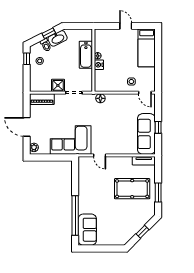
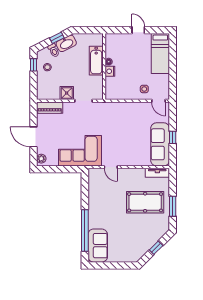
floor lamp: (100, 98) -> (112, 107), removed

